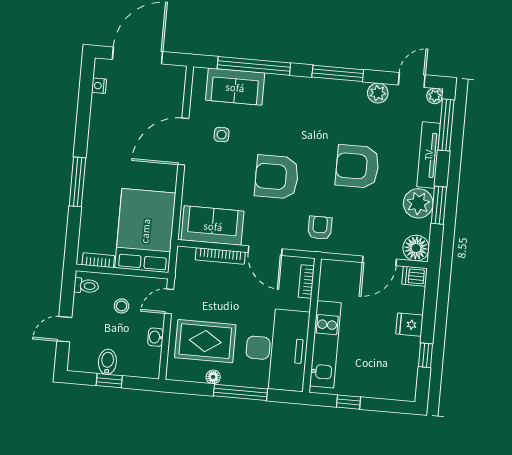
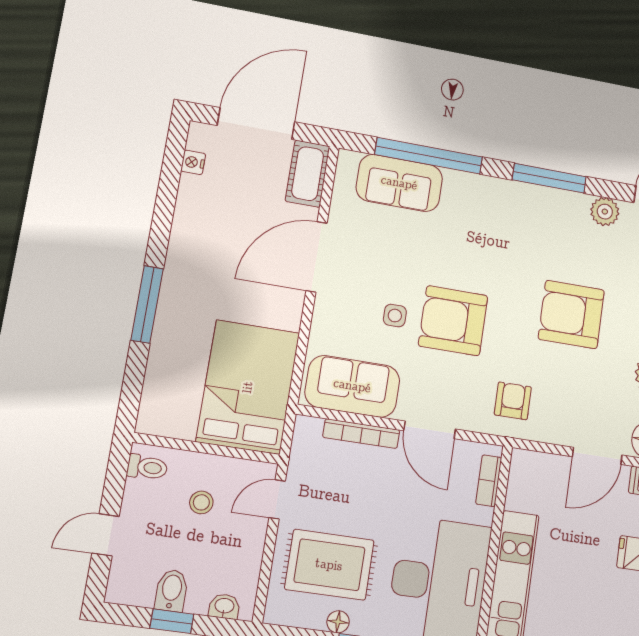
cot: (174, 86) -> (308, 174), added
side table: (222, 135) -> (395, 316), moved
bookcase: (98, 260) -> (170, 428), removed
washbasin: (156, 337) -> (224, 606), moved, turned 90

